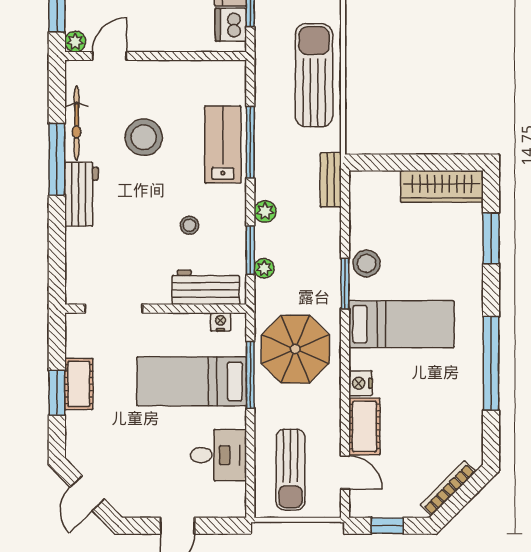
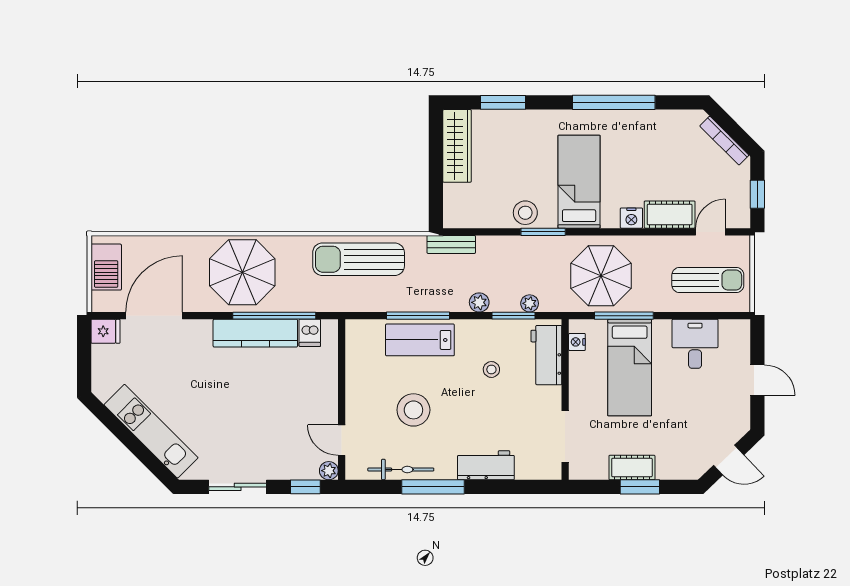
dishwasher: (231, 25) -> (310, 333), width x0.73
workbench: (81, 194) -> (486, 465), moved

